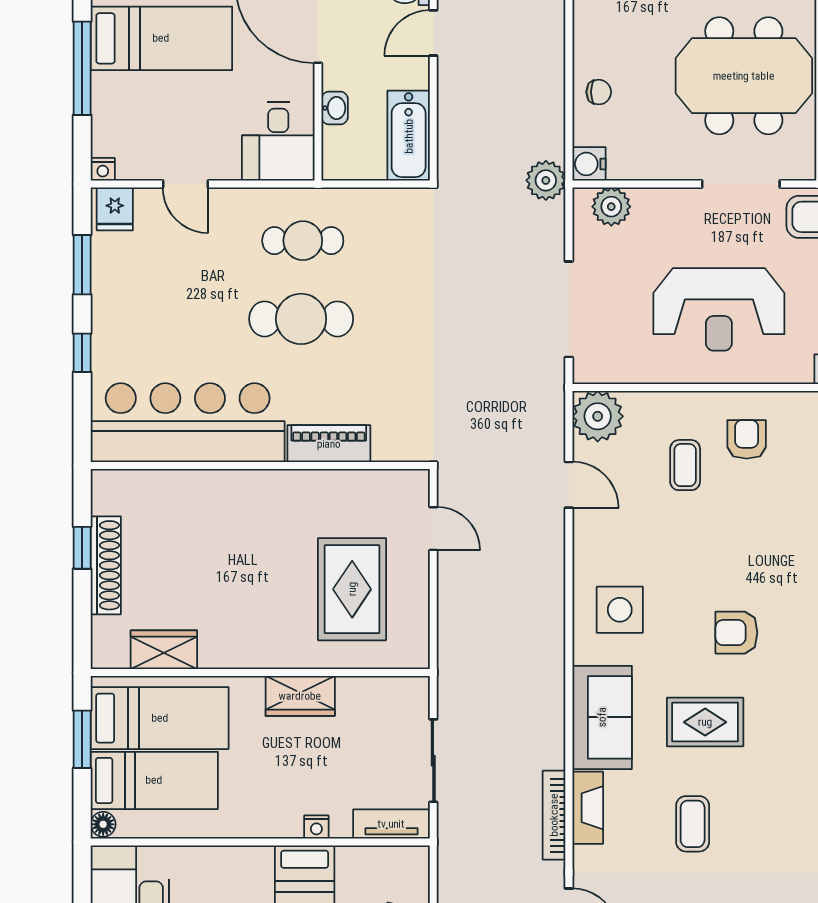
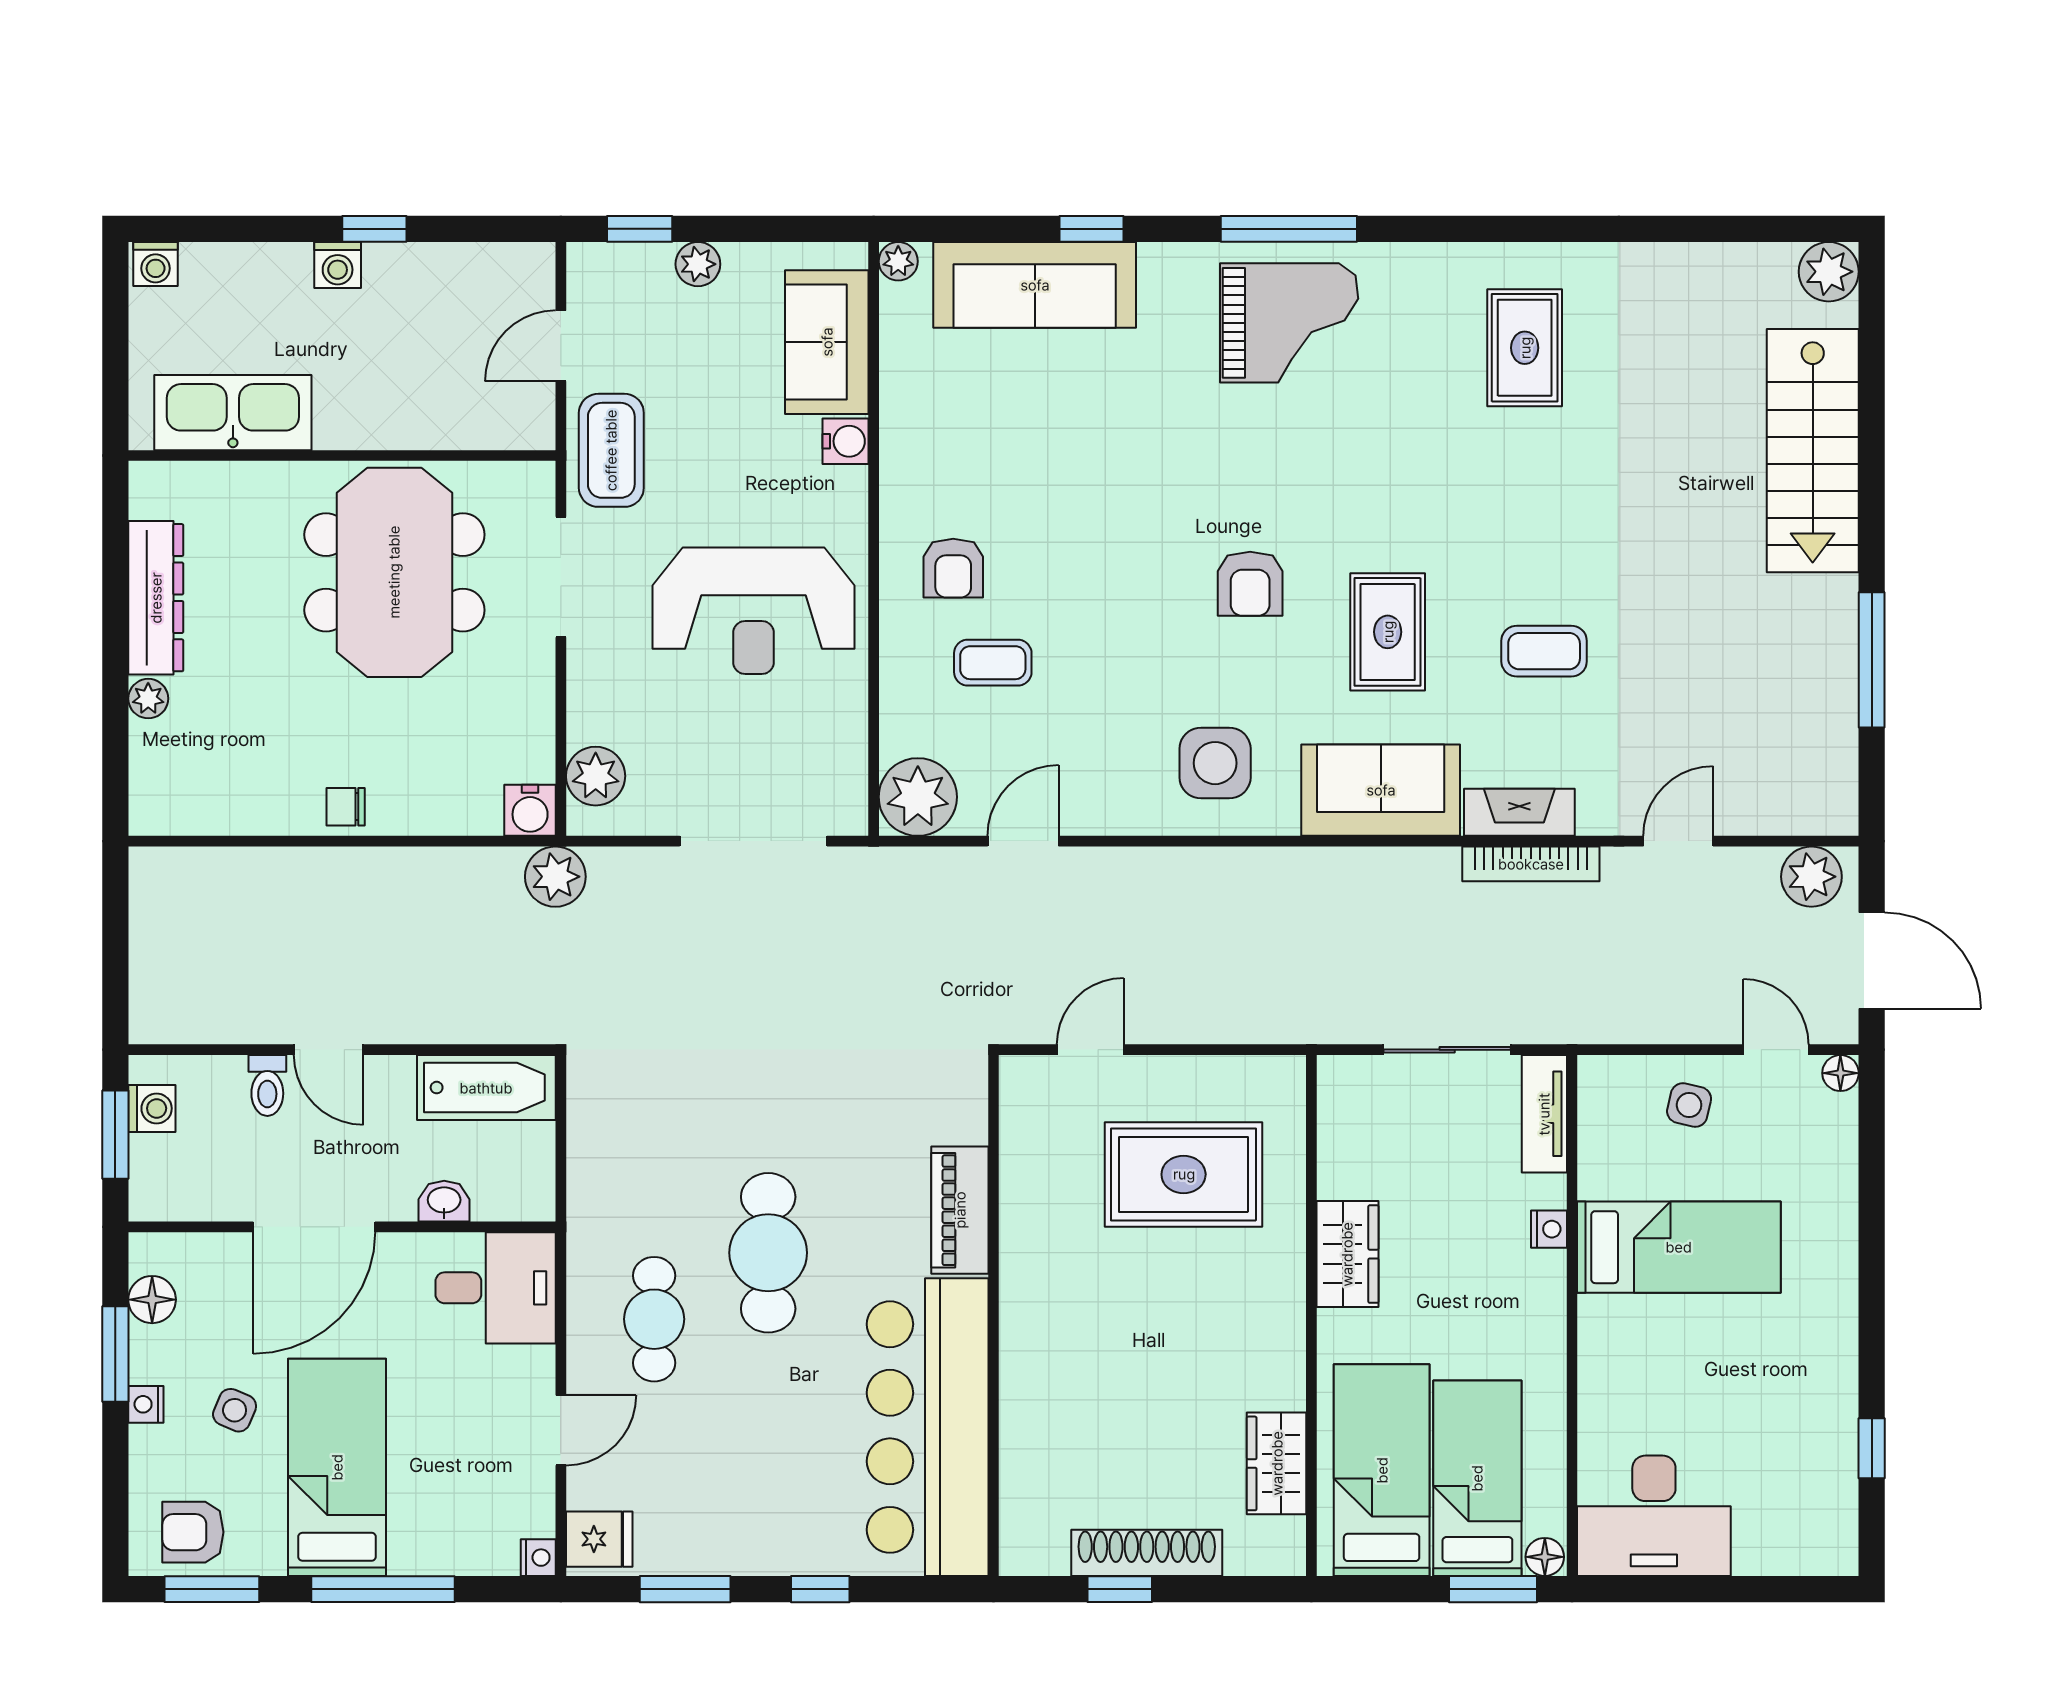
chair: (599, 92) -> (346, 807), moved, turned -90
cafe table: (303, 241) -> (654, 1319), moved
reception desk: (719, 309) -> (754, 611), turned 90
armchair: (747, 439) -> (953, 568), turned -90
window: (82, 739) -> (1493, 1589), moved

